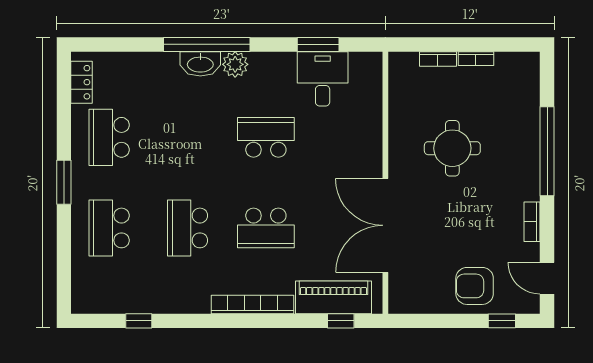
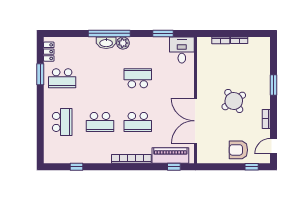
desk: (323, 79) -> (182, 50), moved
school desk: (109, 137) -> (62, 78), turned -90
round table: (452, 148) -> (234, 101), moved, turned -34
window: (547, 151) -> (273, 85), width x0.47
window: (64, 182) -> (40, 74), moved
school desk: (109, 228) -> (62, 122), turned 180
school desk: (188, 228) -> (100, 122), turned -90
door: (547, 278) -> (273, 146), hinge flipped

